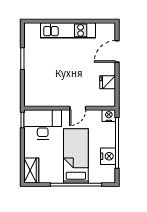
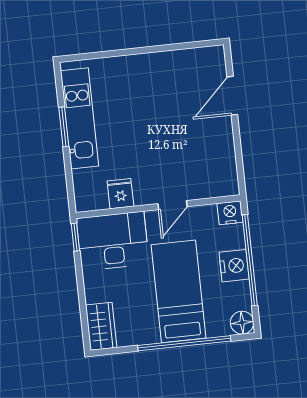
kitchen unit: (68, 30) -> (80, 118), moved, turned -90
fridge: (108, 82) -> (120, 194), moved, turned 90
nightstand: (108, 156) -> (234, 266), moved
floor lamp: (109, 177) -> (242, 323), added

